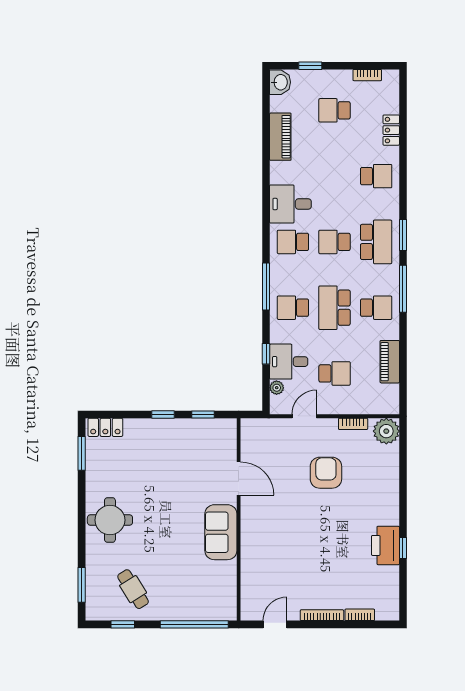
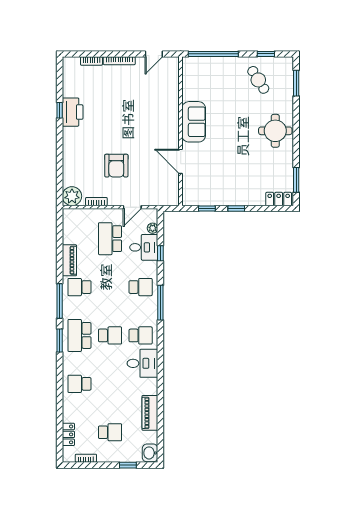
locker: (391, 130) -> (68, 434), moved
school desk: (335, 308) -> (110, 287), removed
piano: (390, 362) -> (69, 260), moved
school desk: (335, 373) -> (110, 239), width x1.85

